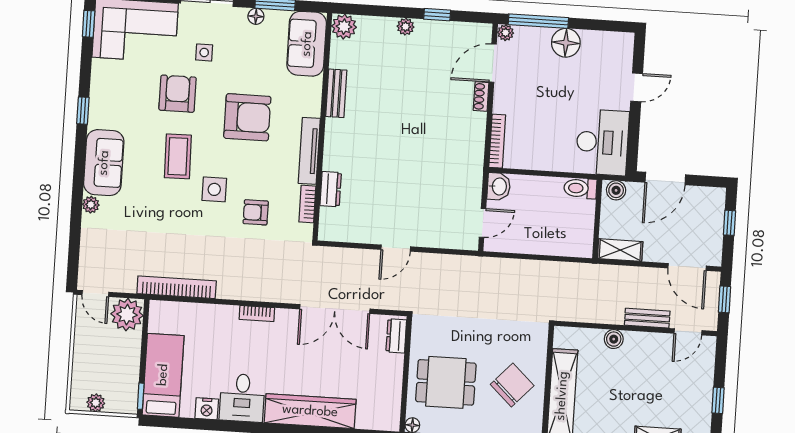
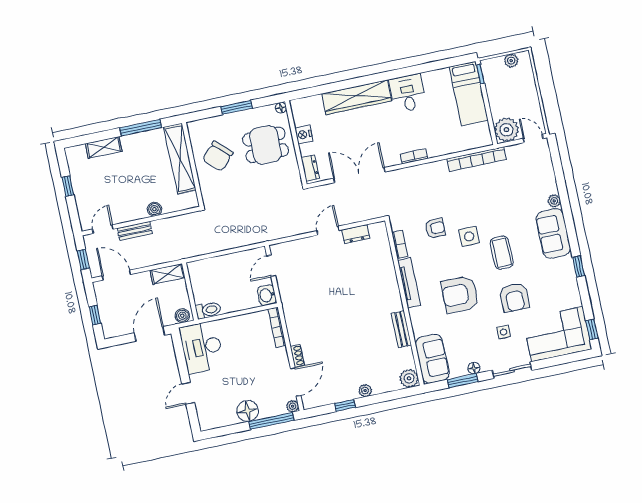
dresser: (331, 189) -> (356, 234), moved, turned -90
nightstand: (207, 409) -> (304, 134), moved, turned -90

